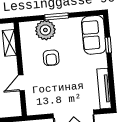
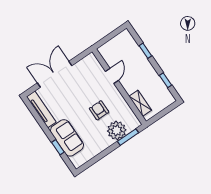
window: (57, 16) -> (128, 137), moved
sofa: (94, 35) -> (67, 138), moved

